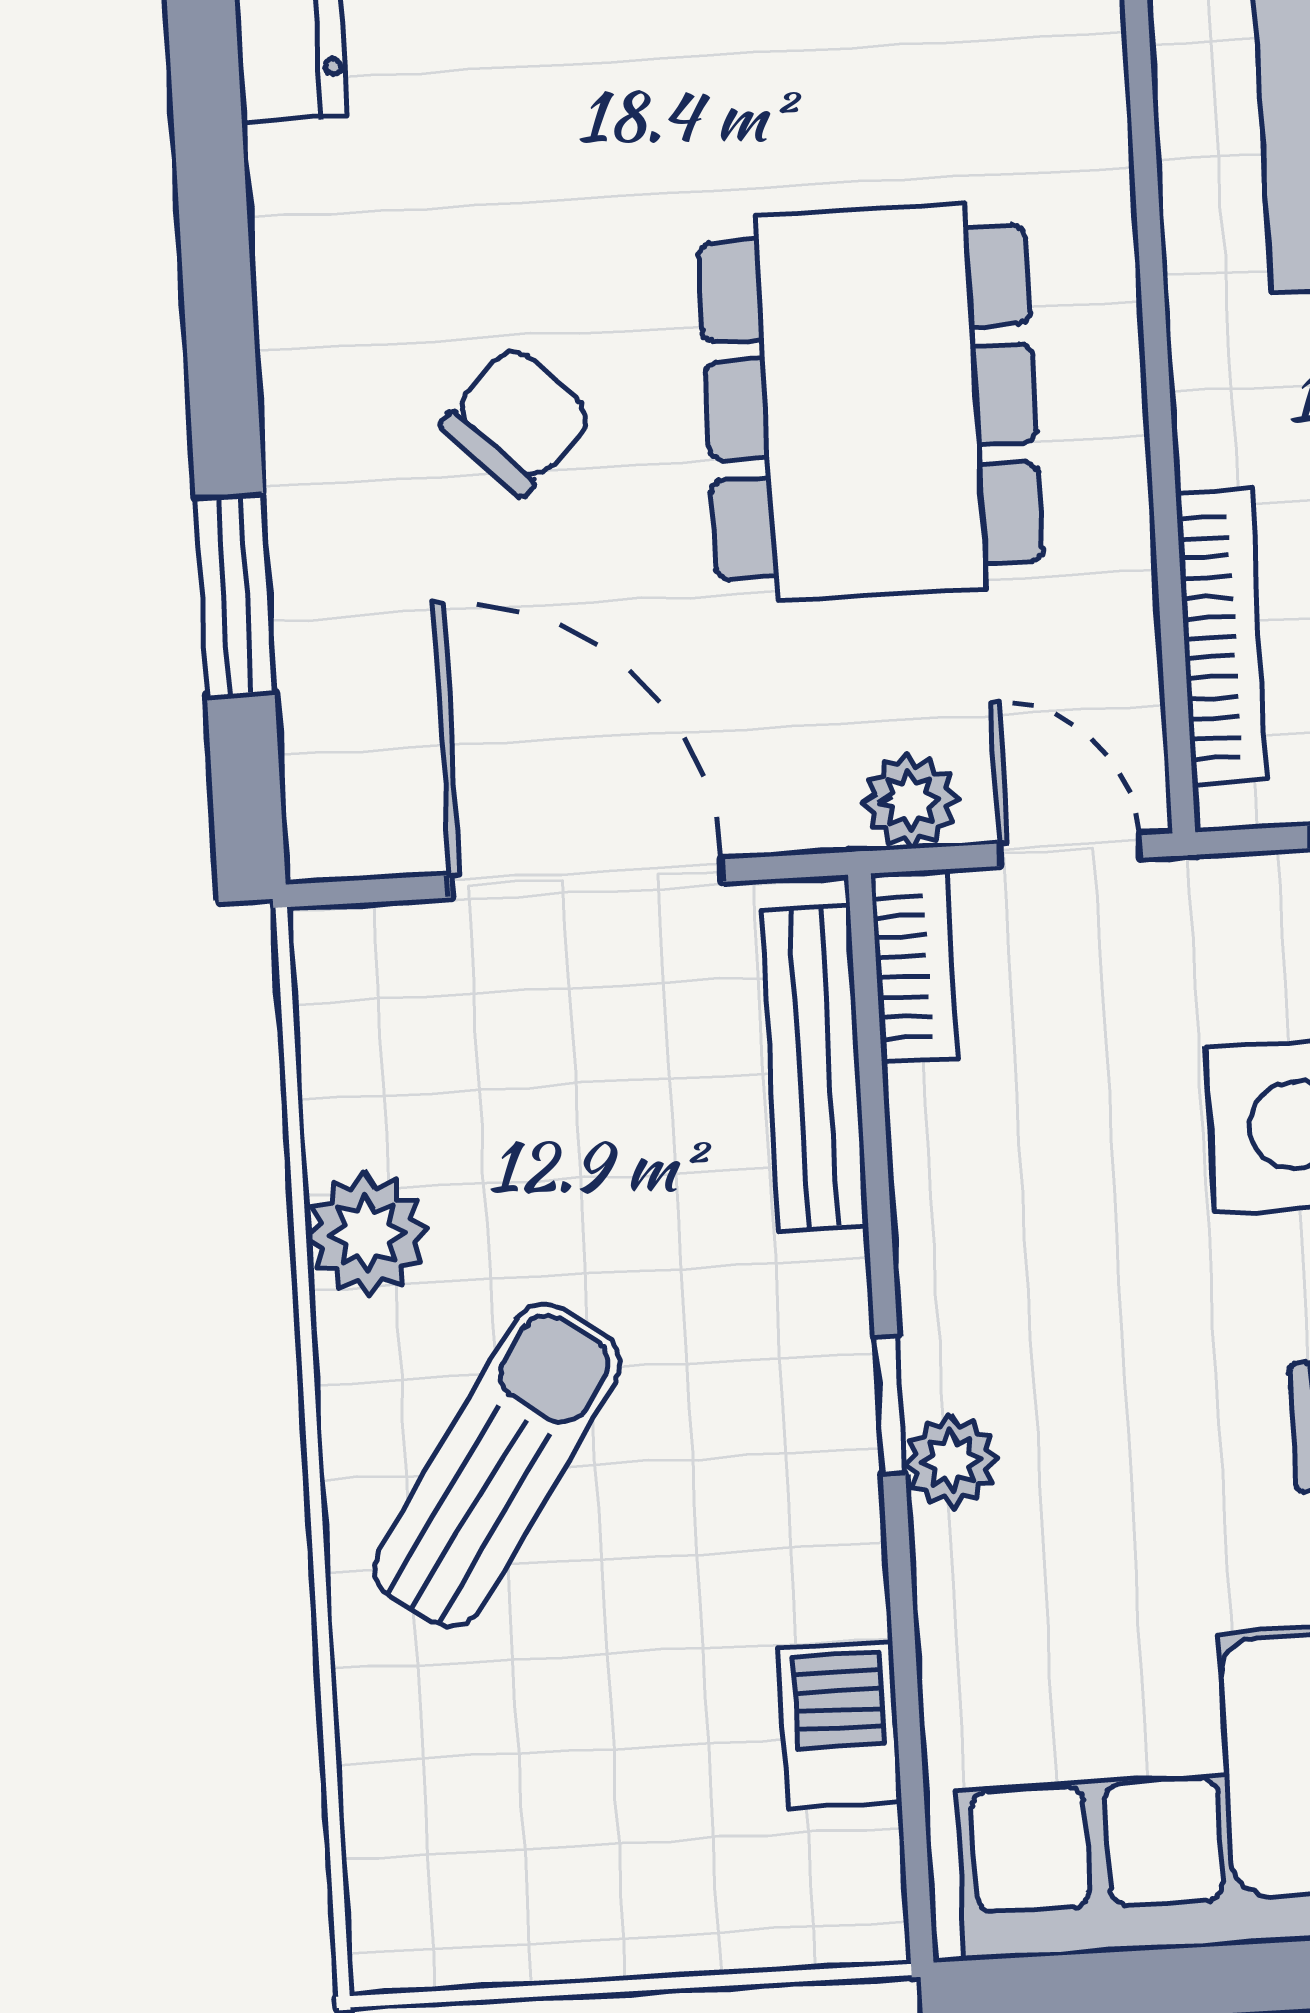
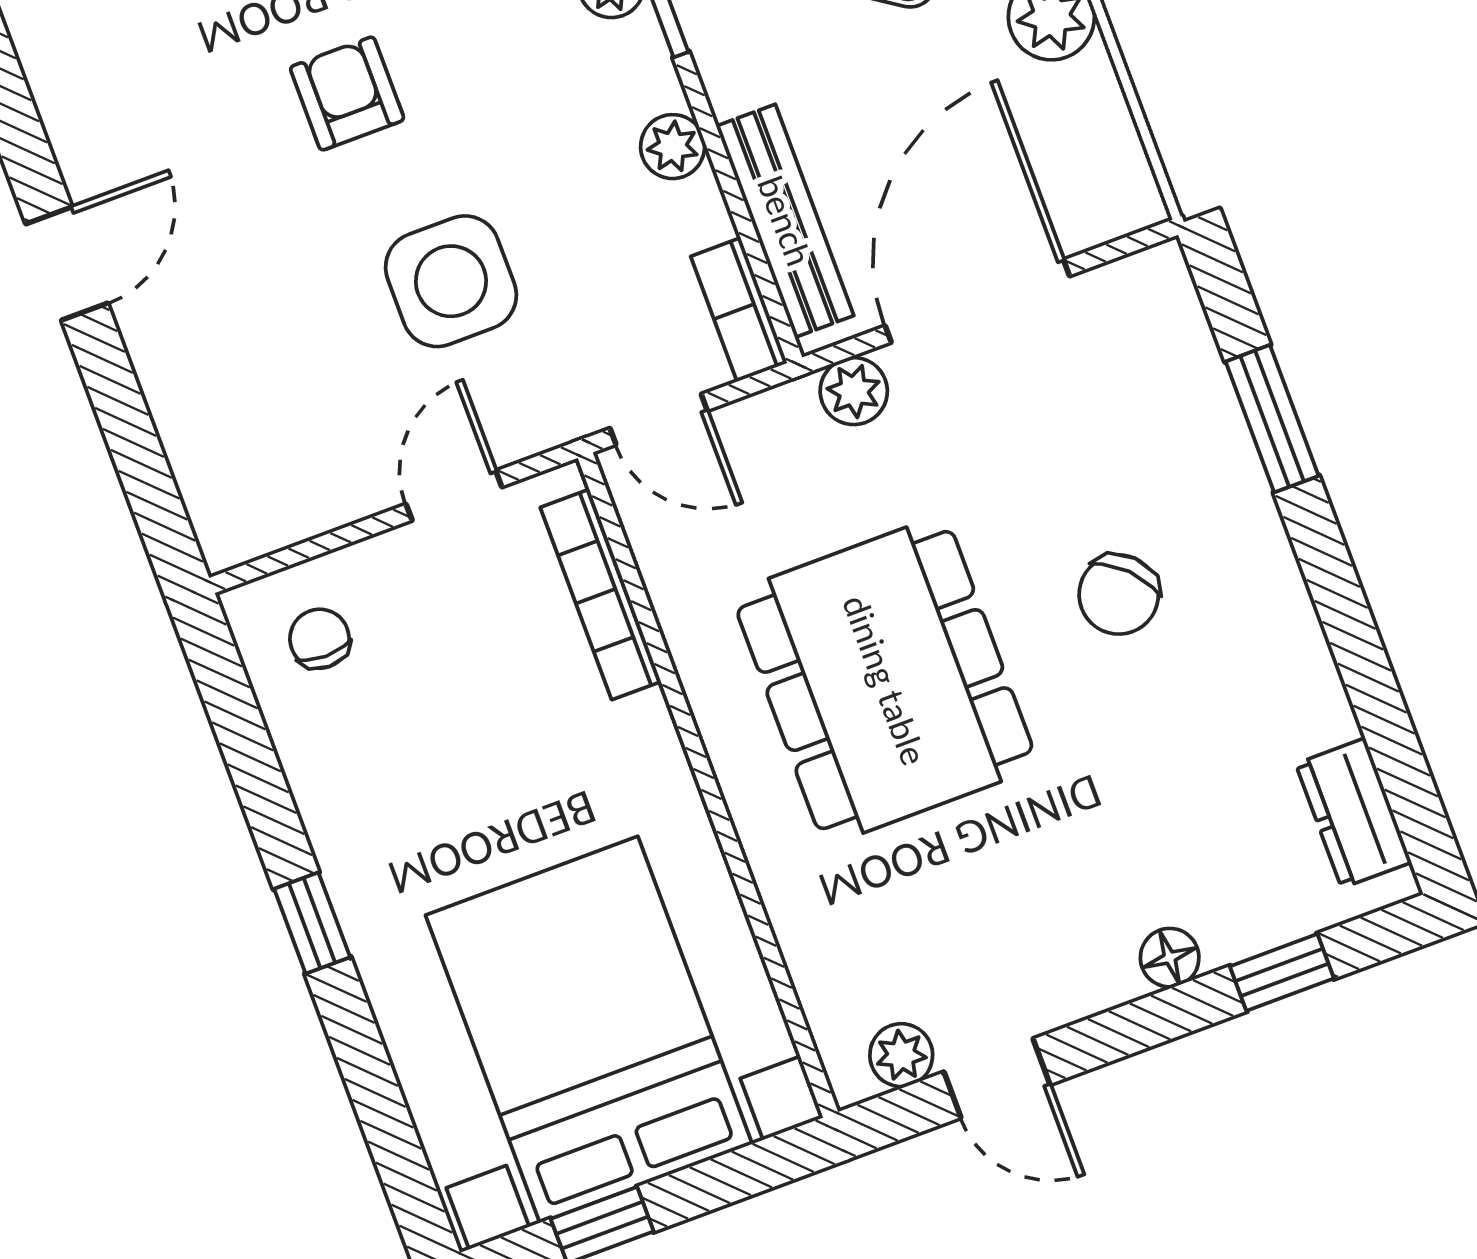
plant: (910, 801) -> (854, 391), moved
door: (586, 879) -> (977, 301), swing flipped
plant: (936, 1216) -> (673, 147), added

